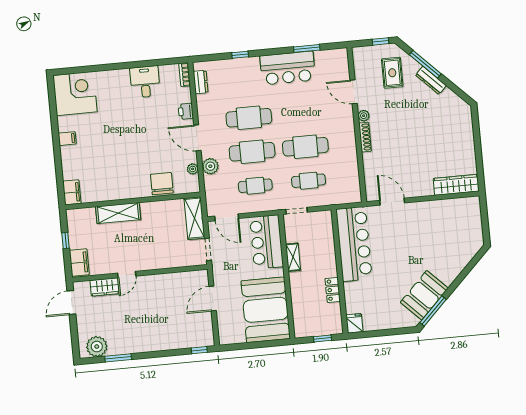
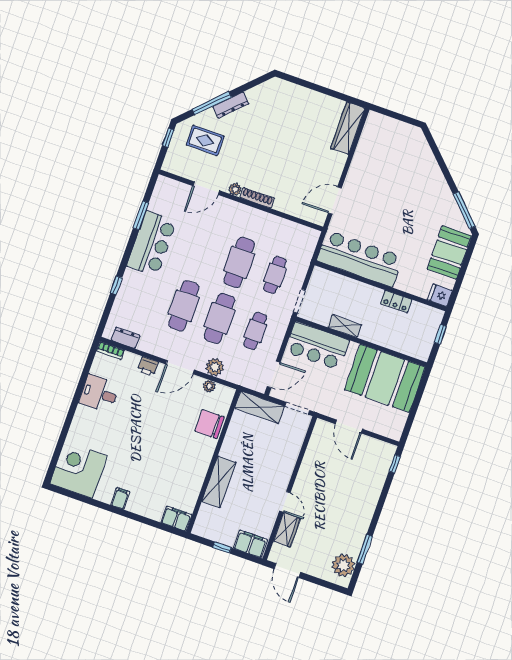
booth: (424, 295) -> (449, 252), moved, turned 45

